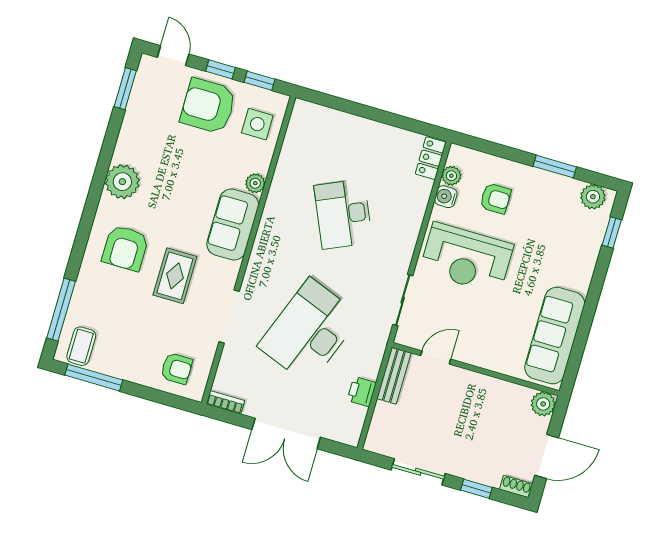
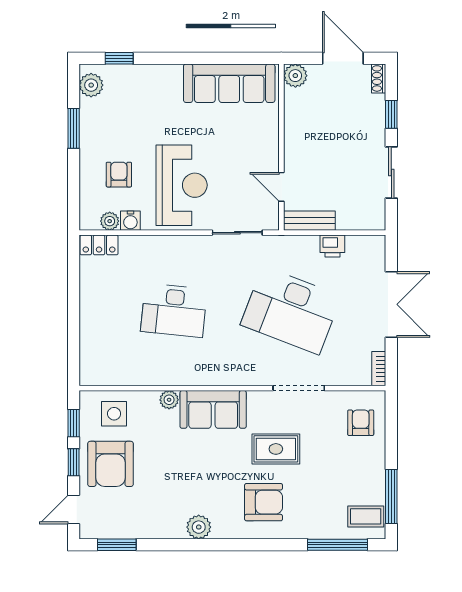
plant: (122, 182) -> (199, 527), width x0.73, depth x0.73
desk: (343, 214) -> (174, 310), turned 30

